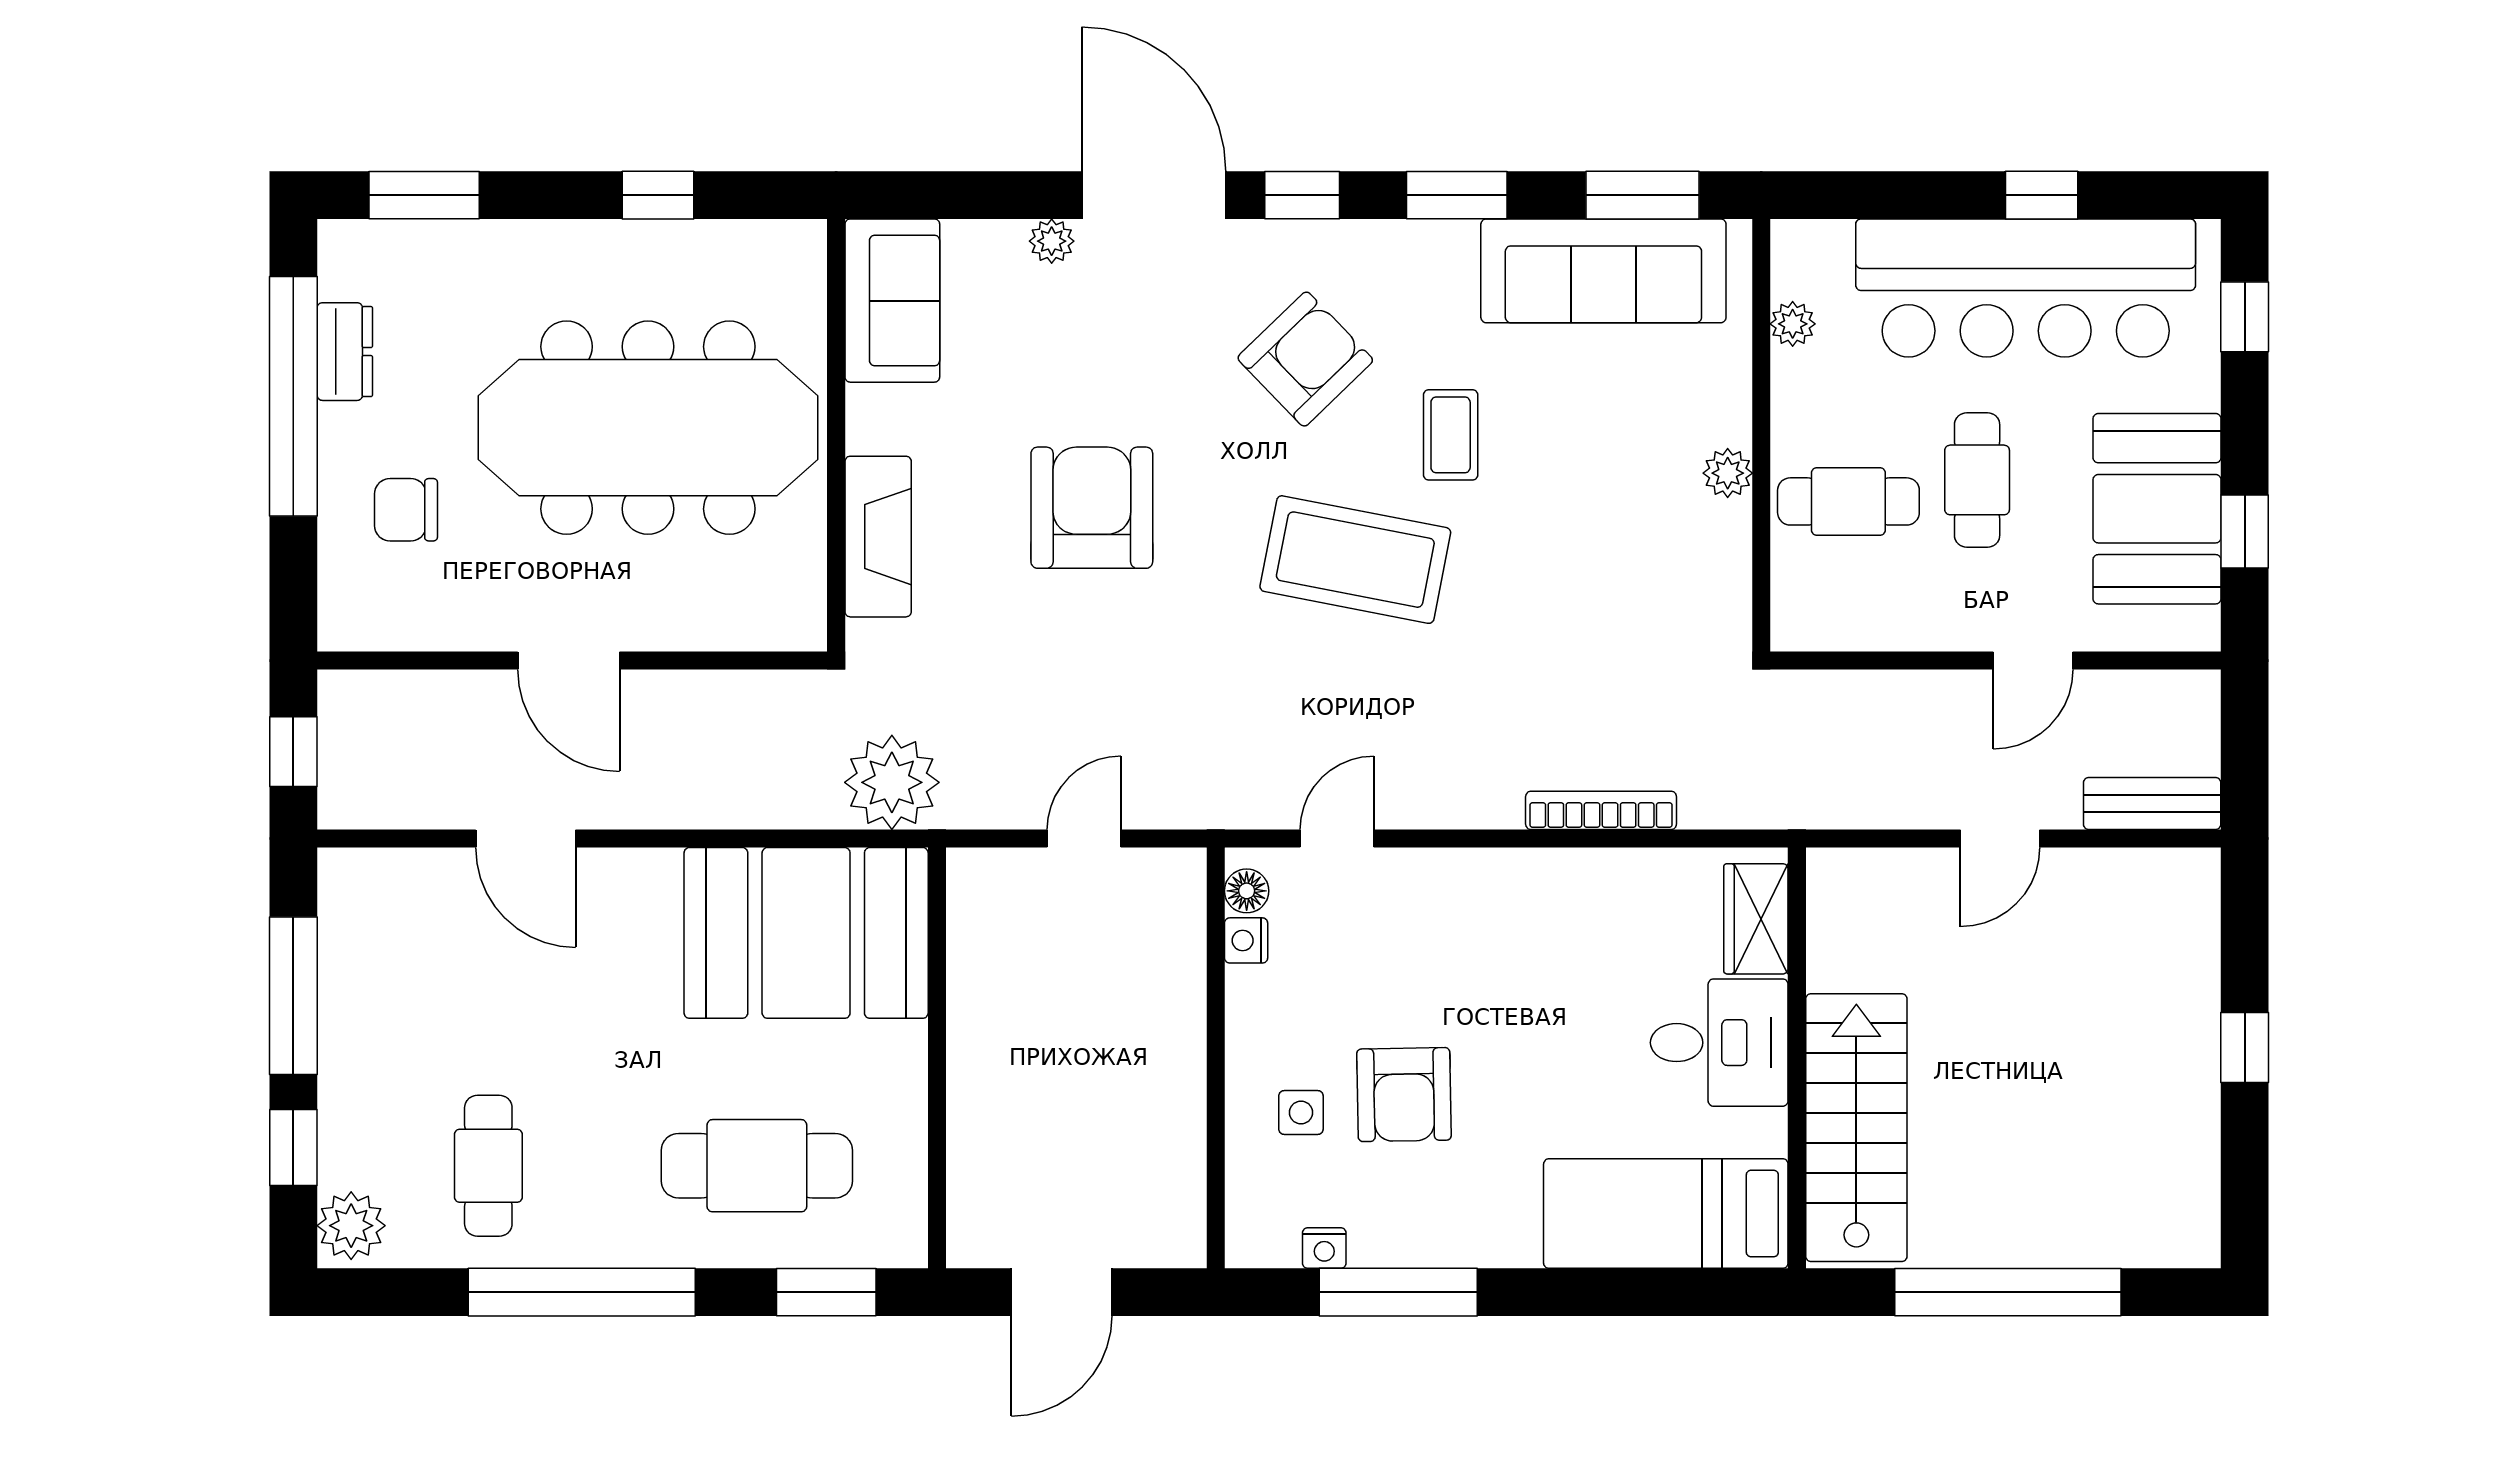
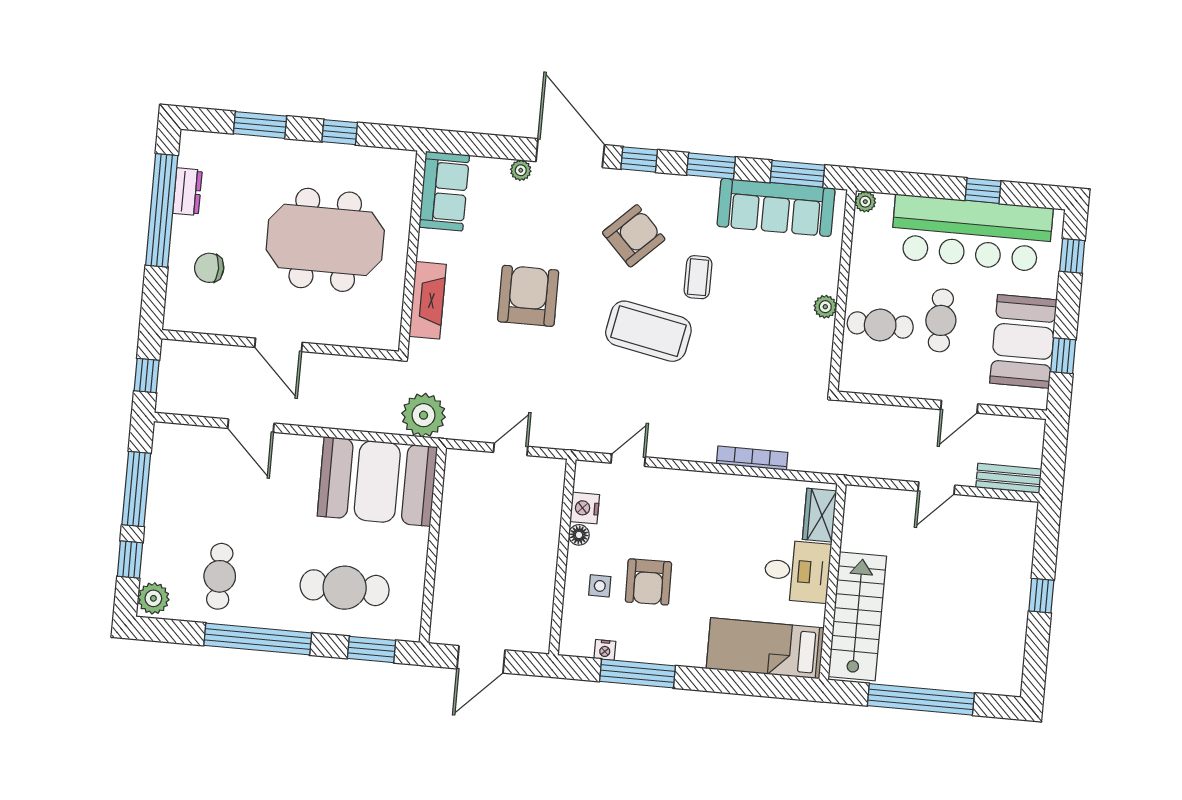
window: (424, 195) -> (260, 125), moved
plant: (1793, 324) -> (865, 202), moved
meeting table: (648, 428) -> (325, 240), width x0.73
floor lamp: (1247, 891) -> (579, 535), moved
nightstand: (1246, 940) -> (585, 508), width x1.39, depth x1.35

